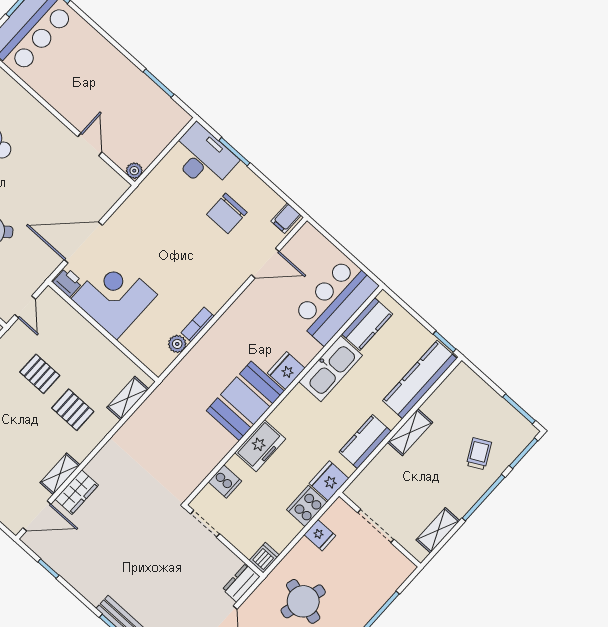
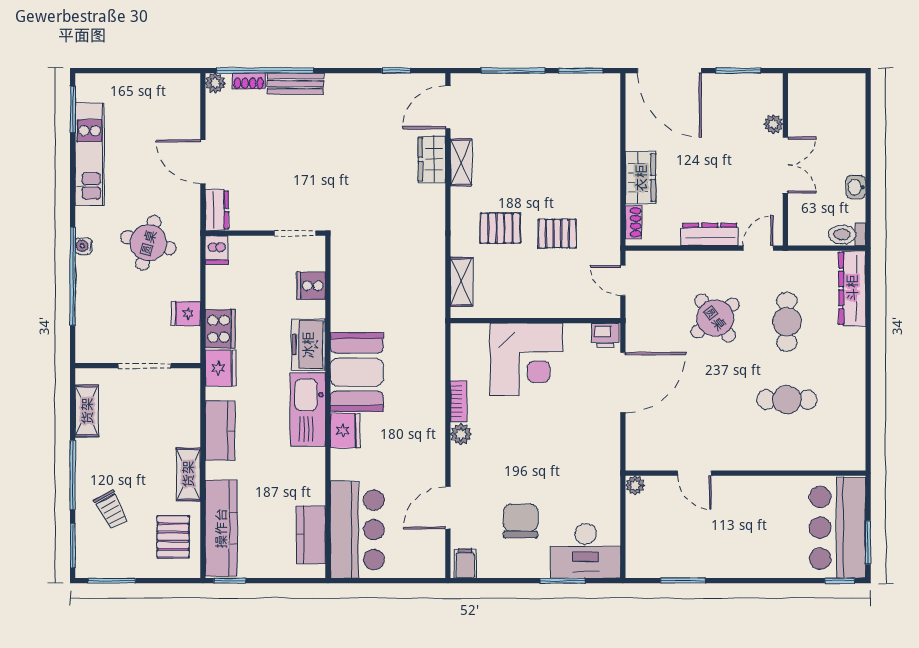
corner desk: (114, 297) -> (526, 359), moved
plant: (177, 344) -> (461, 434), moved
kitchen sink: (331, 369) -> (308, 409), moved
pallet: (455, 402) -> (173, 537), added

